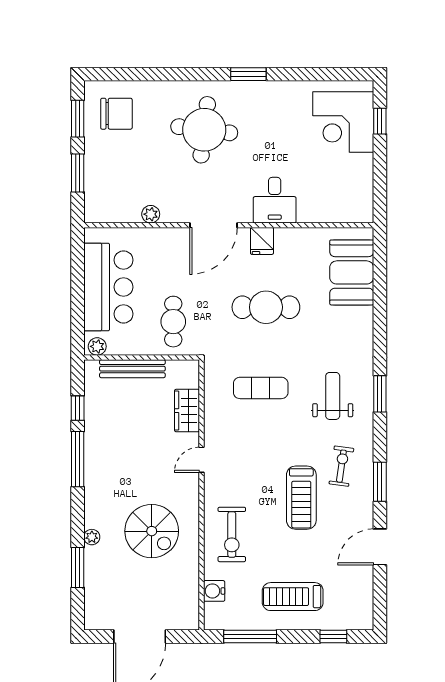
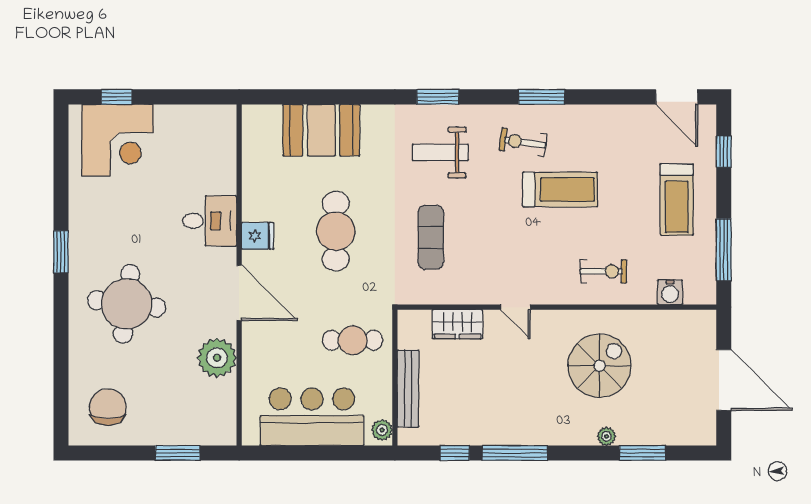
window: (78, 119) -> (113, 453), removed
plant: (151, 214) -> (217, 358), width x1.88, depth x1.88
booth: (352, 272) -> (321, 130), moved
exercise bike: (232, 535) -> (604, 271), width x0.73, depth x0.72
door: (380, 547) -> (677, 97), moved

